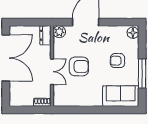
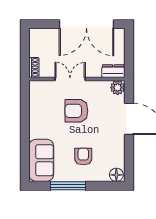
armchair: (79, 66) -> (76, 111), turned 90
double door: (52, 72) -> (70, 79), swing flipped

